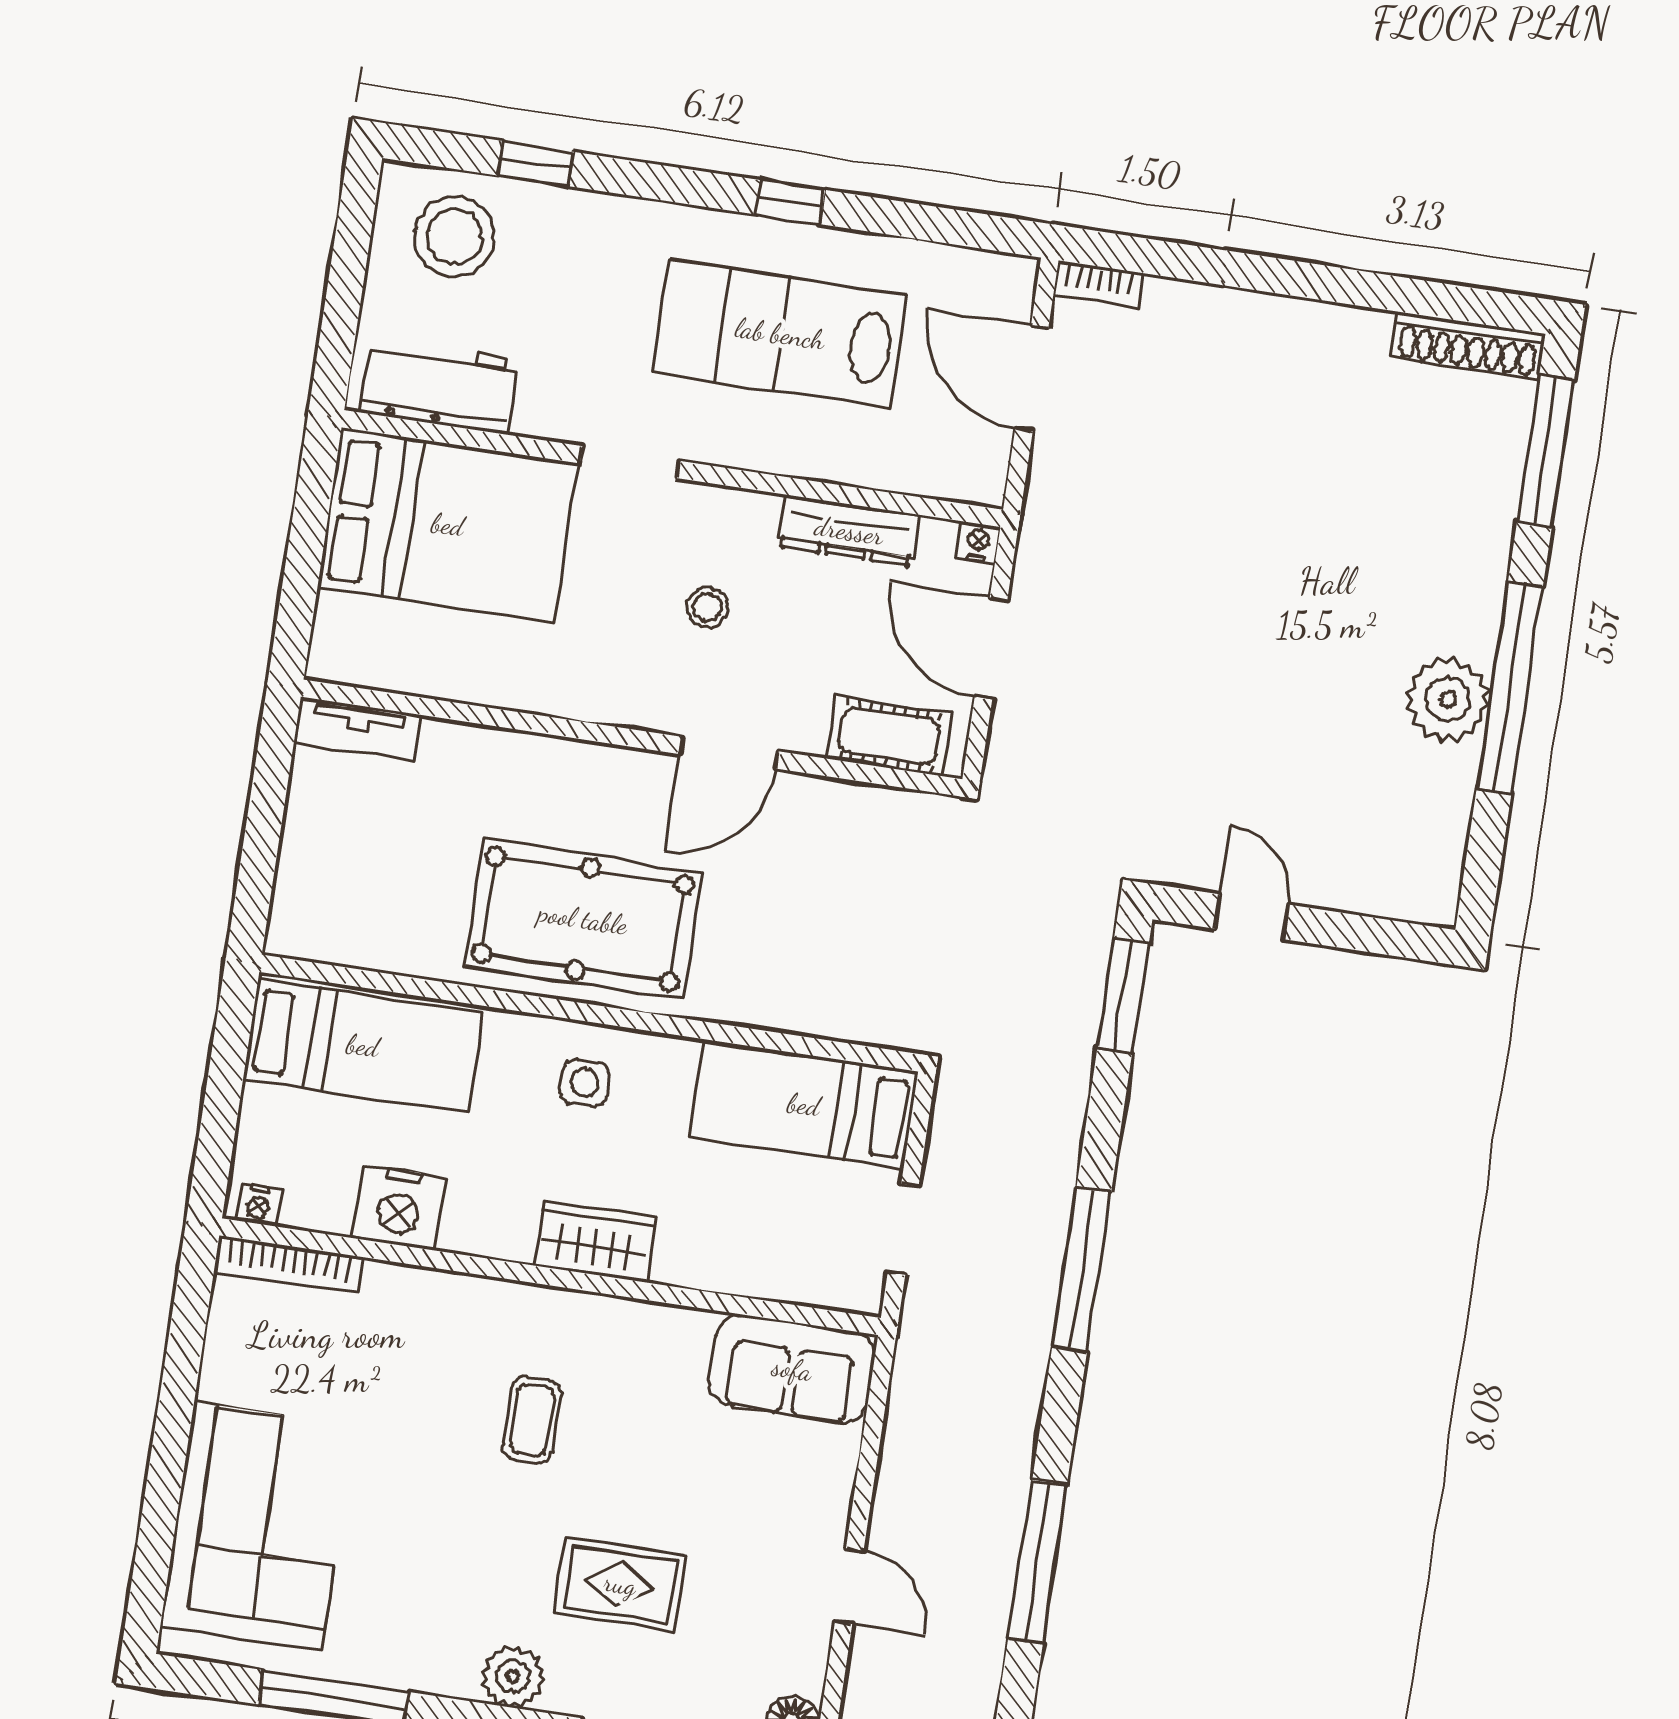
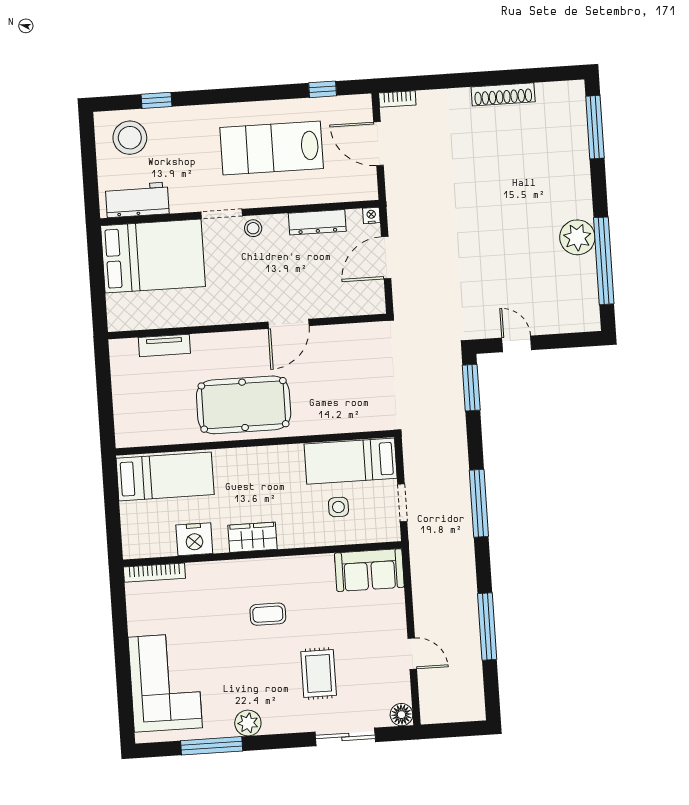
window: (790, 202) -> (323, 89), moved
shoe rack: (1468, 346) -> (503, 94), moved
stool: (707, 607) -> (253, 228), moved
door: (991, 648) -> (386, 258), hinge flipped
window: (1510, 687) -> (604, 261), moved
tv unit: (357, 729) -> (164, 345), moved
cot: (890, 736) -> (353, 303), removed
side table: (585, 1083) -> (338, 507), moved
nightstand: (258, 1205) -> (137, 551), removed
wardrobe: (595, 1242) -> (252, 537), moved
coffee table: (532, 1420) -> (268, 614), turned 90
rug: (620, 1584) -> (319, 674), turned 90
plant: (513, 1676) -> (248, 723), moved

